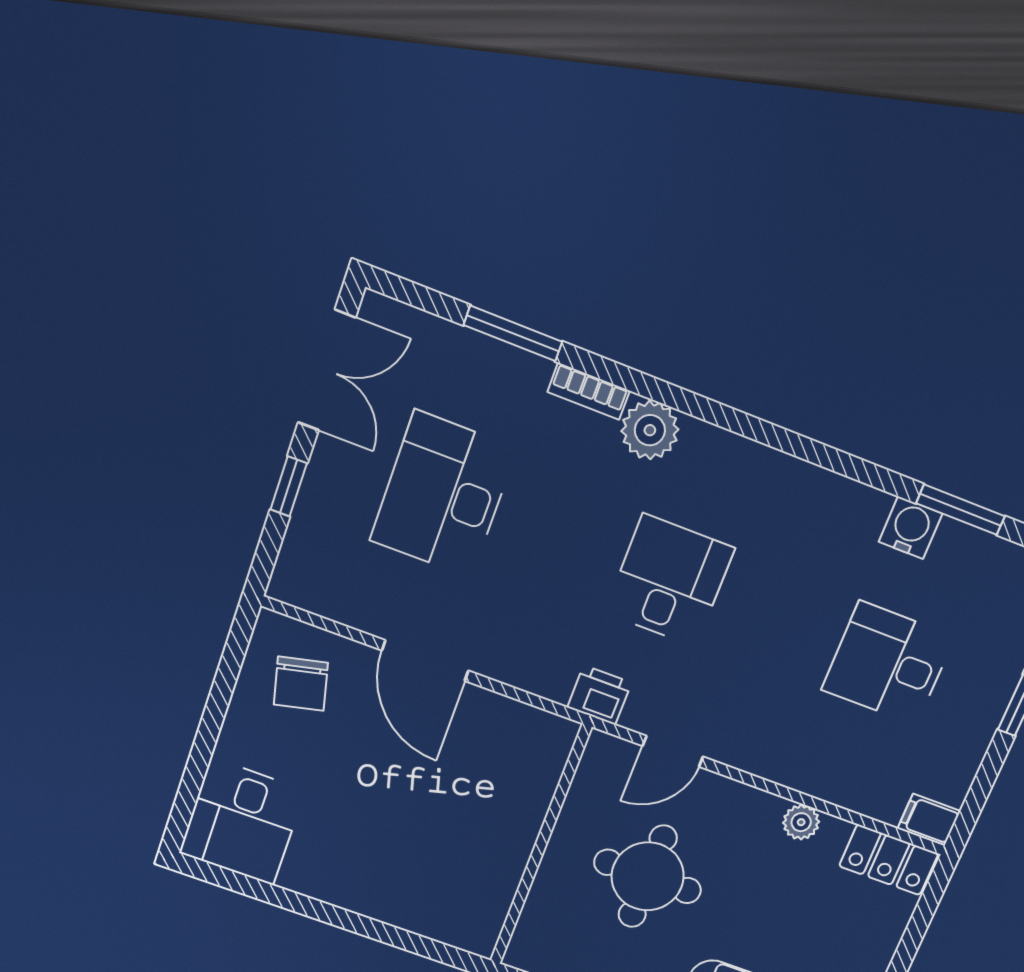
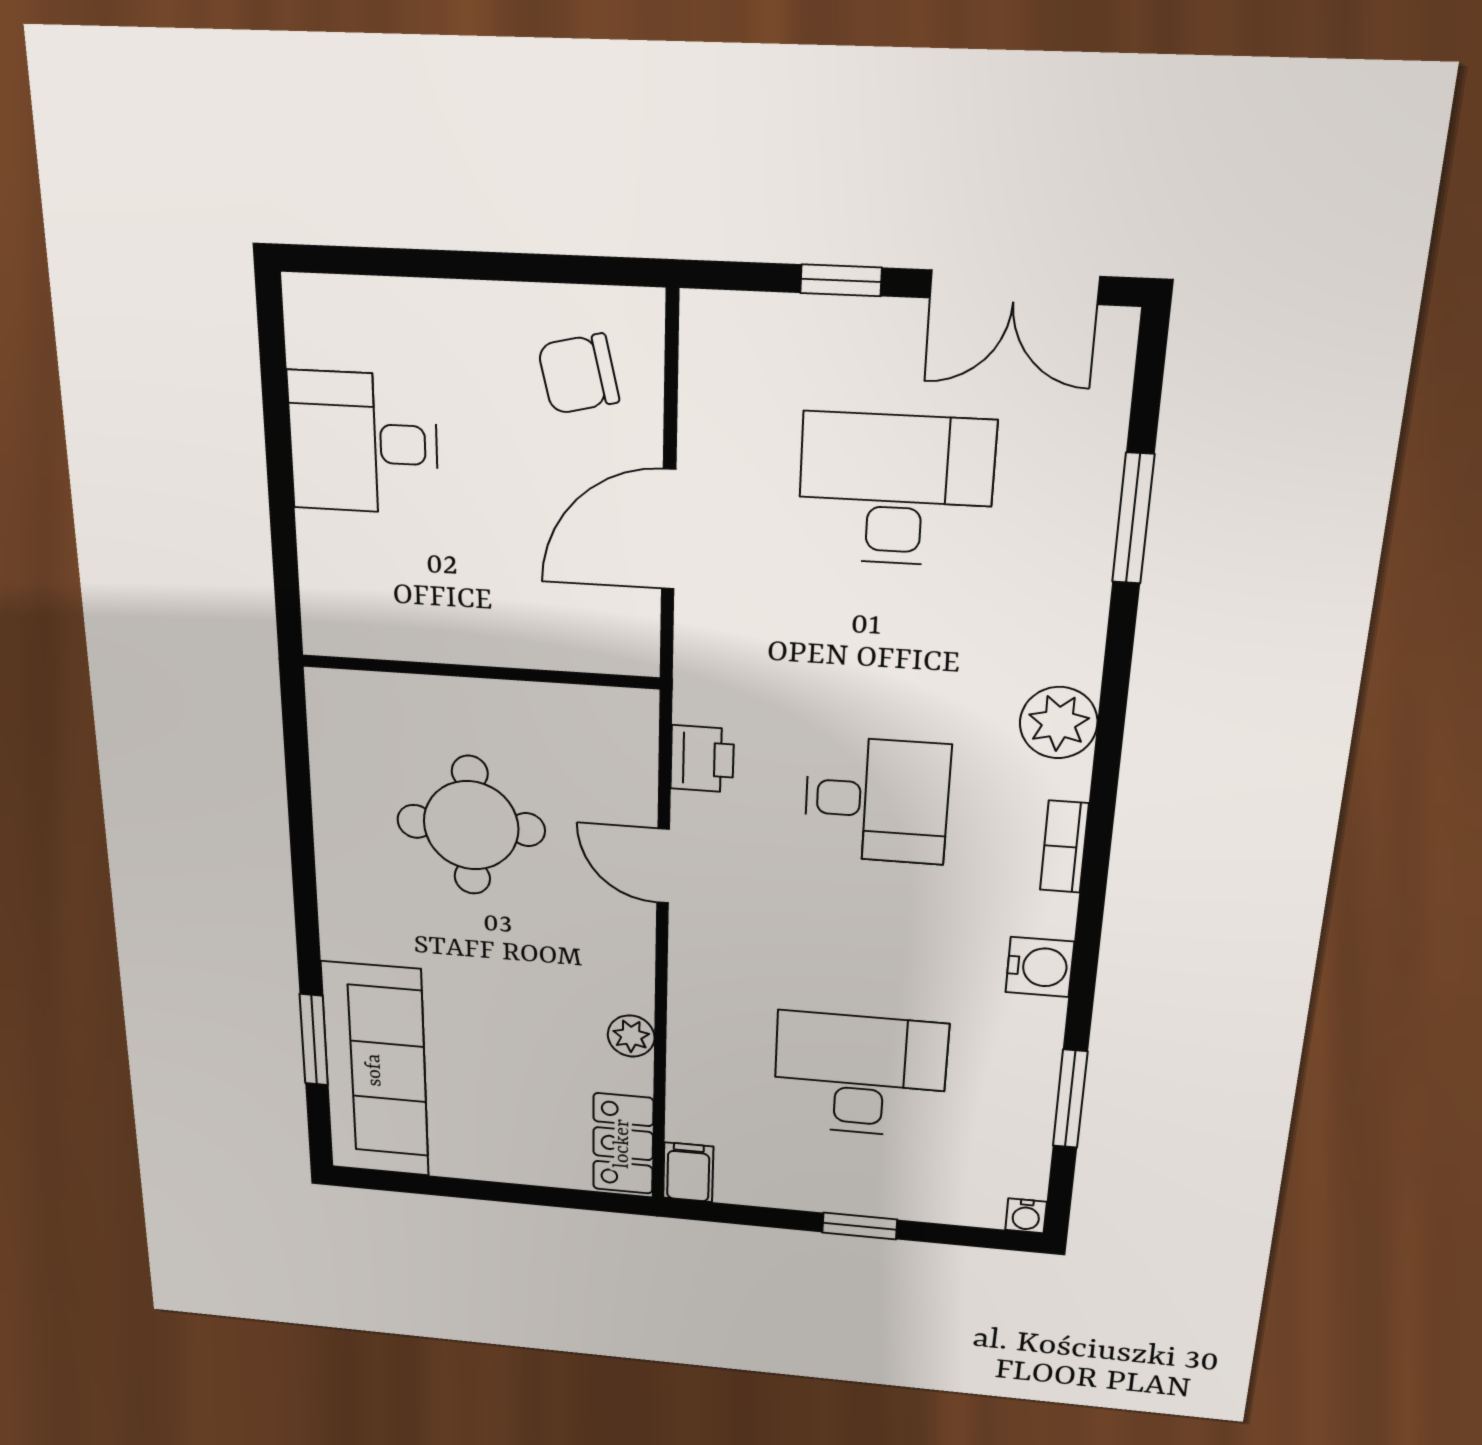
bookcase: (589, 391) -> (1064, 847), moved
water cooler: (911, 528) -> (1040, 967), moved
desk: (888, 663) -> (860, 1075), width x1.37
desk: (242, 822) -> (363, 443), moved
wall: (540, 846) -> (480, 672), moved
round table: (648, 876) -> (471, 825), moved

